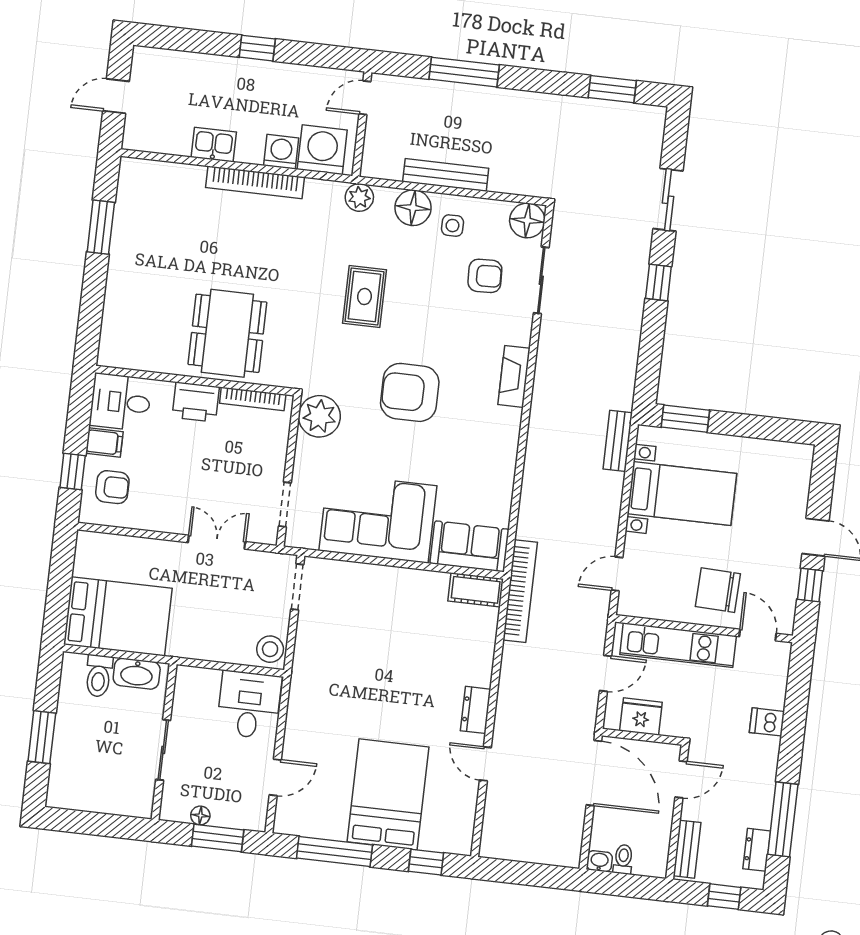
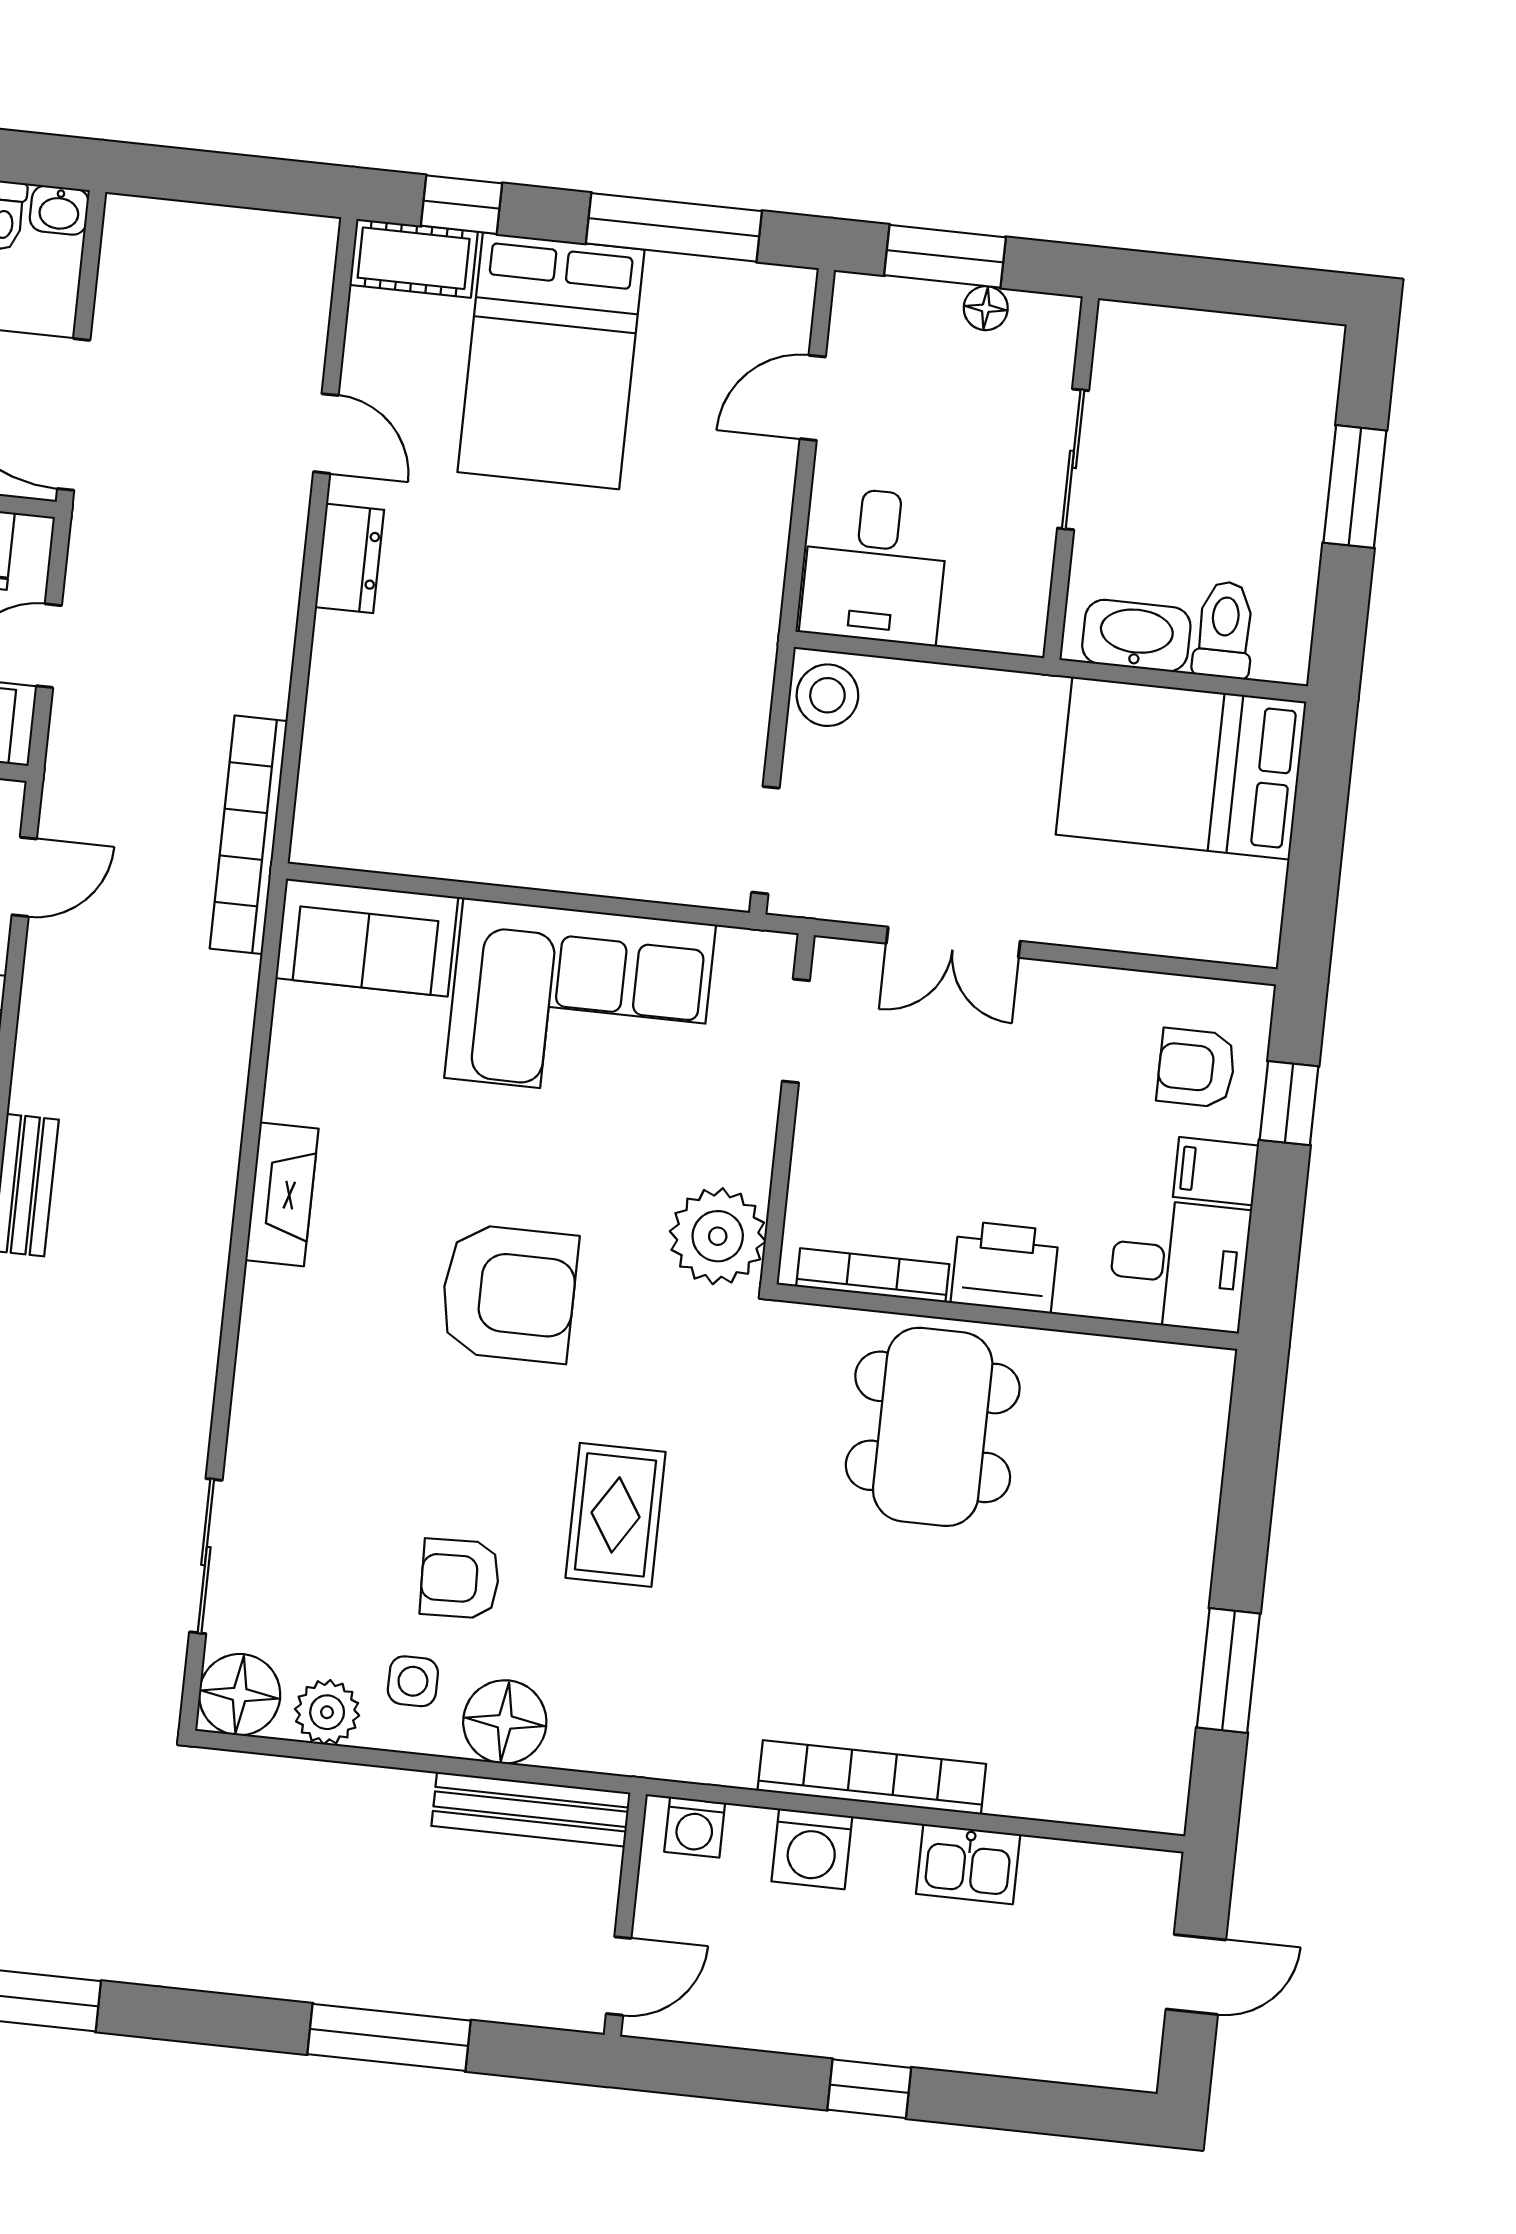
washing machine: (322, 150) -> (695, 1827), width x0.53, depth x0.53
bench: (446, 175) -> (531, 1809), moved
plant: (359, 197) -> (327, 1712), moved
armchair: (485, 276) -> (460, 1579), moved
fireplace: (514, 376) -> (282, 1194), moved
cot: (476, 590) -> (414, 258), moved

